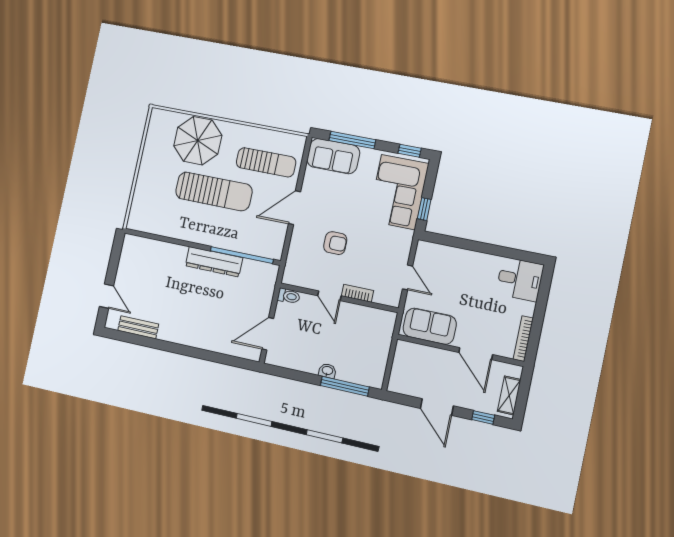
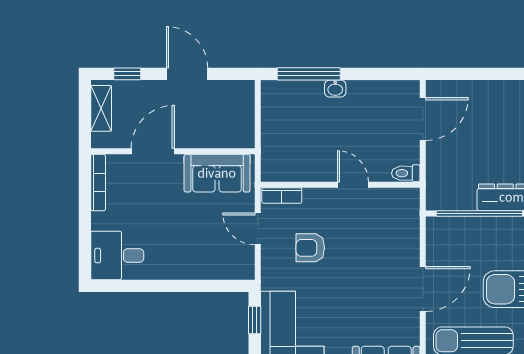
armchair: (335, 243) -> (310, 248), moved
bookcase: (357, 293) -> (282, 196), moved
door: (476, 354) -> (153, 151), hinge flipped

